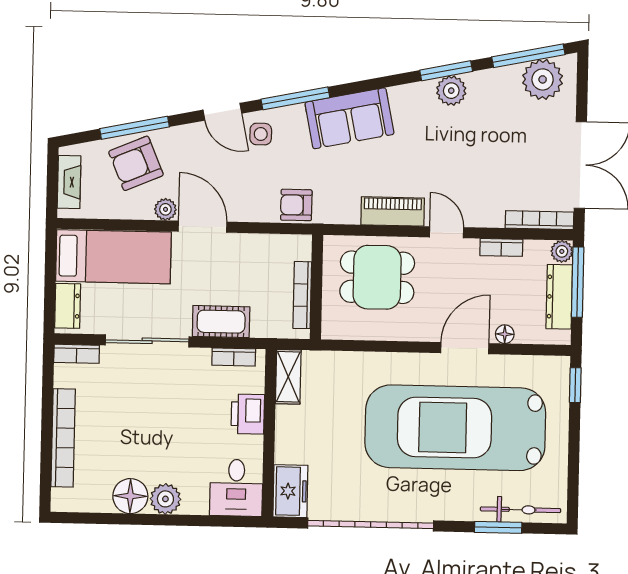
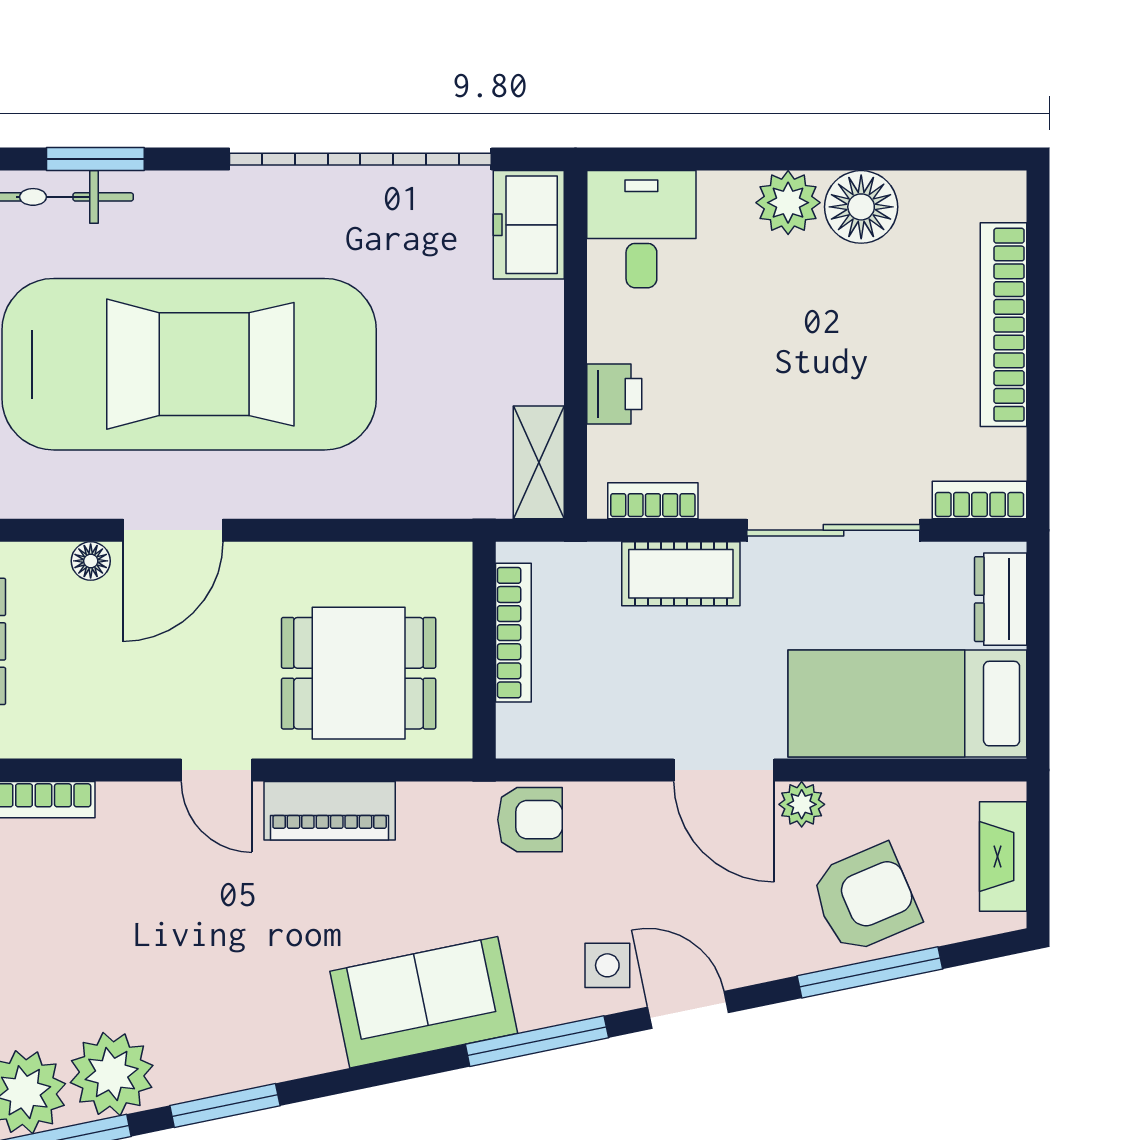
plant: (451, 91) -> (112, 1074), moved, width x1.36, depth x1.36
bookcase: (501, 247) -> (102, 741), removed
printer: (248, 414) -> (614, 394), width x0.73, depth x0.81

